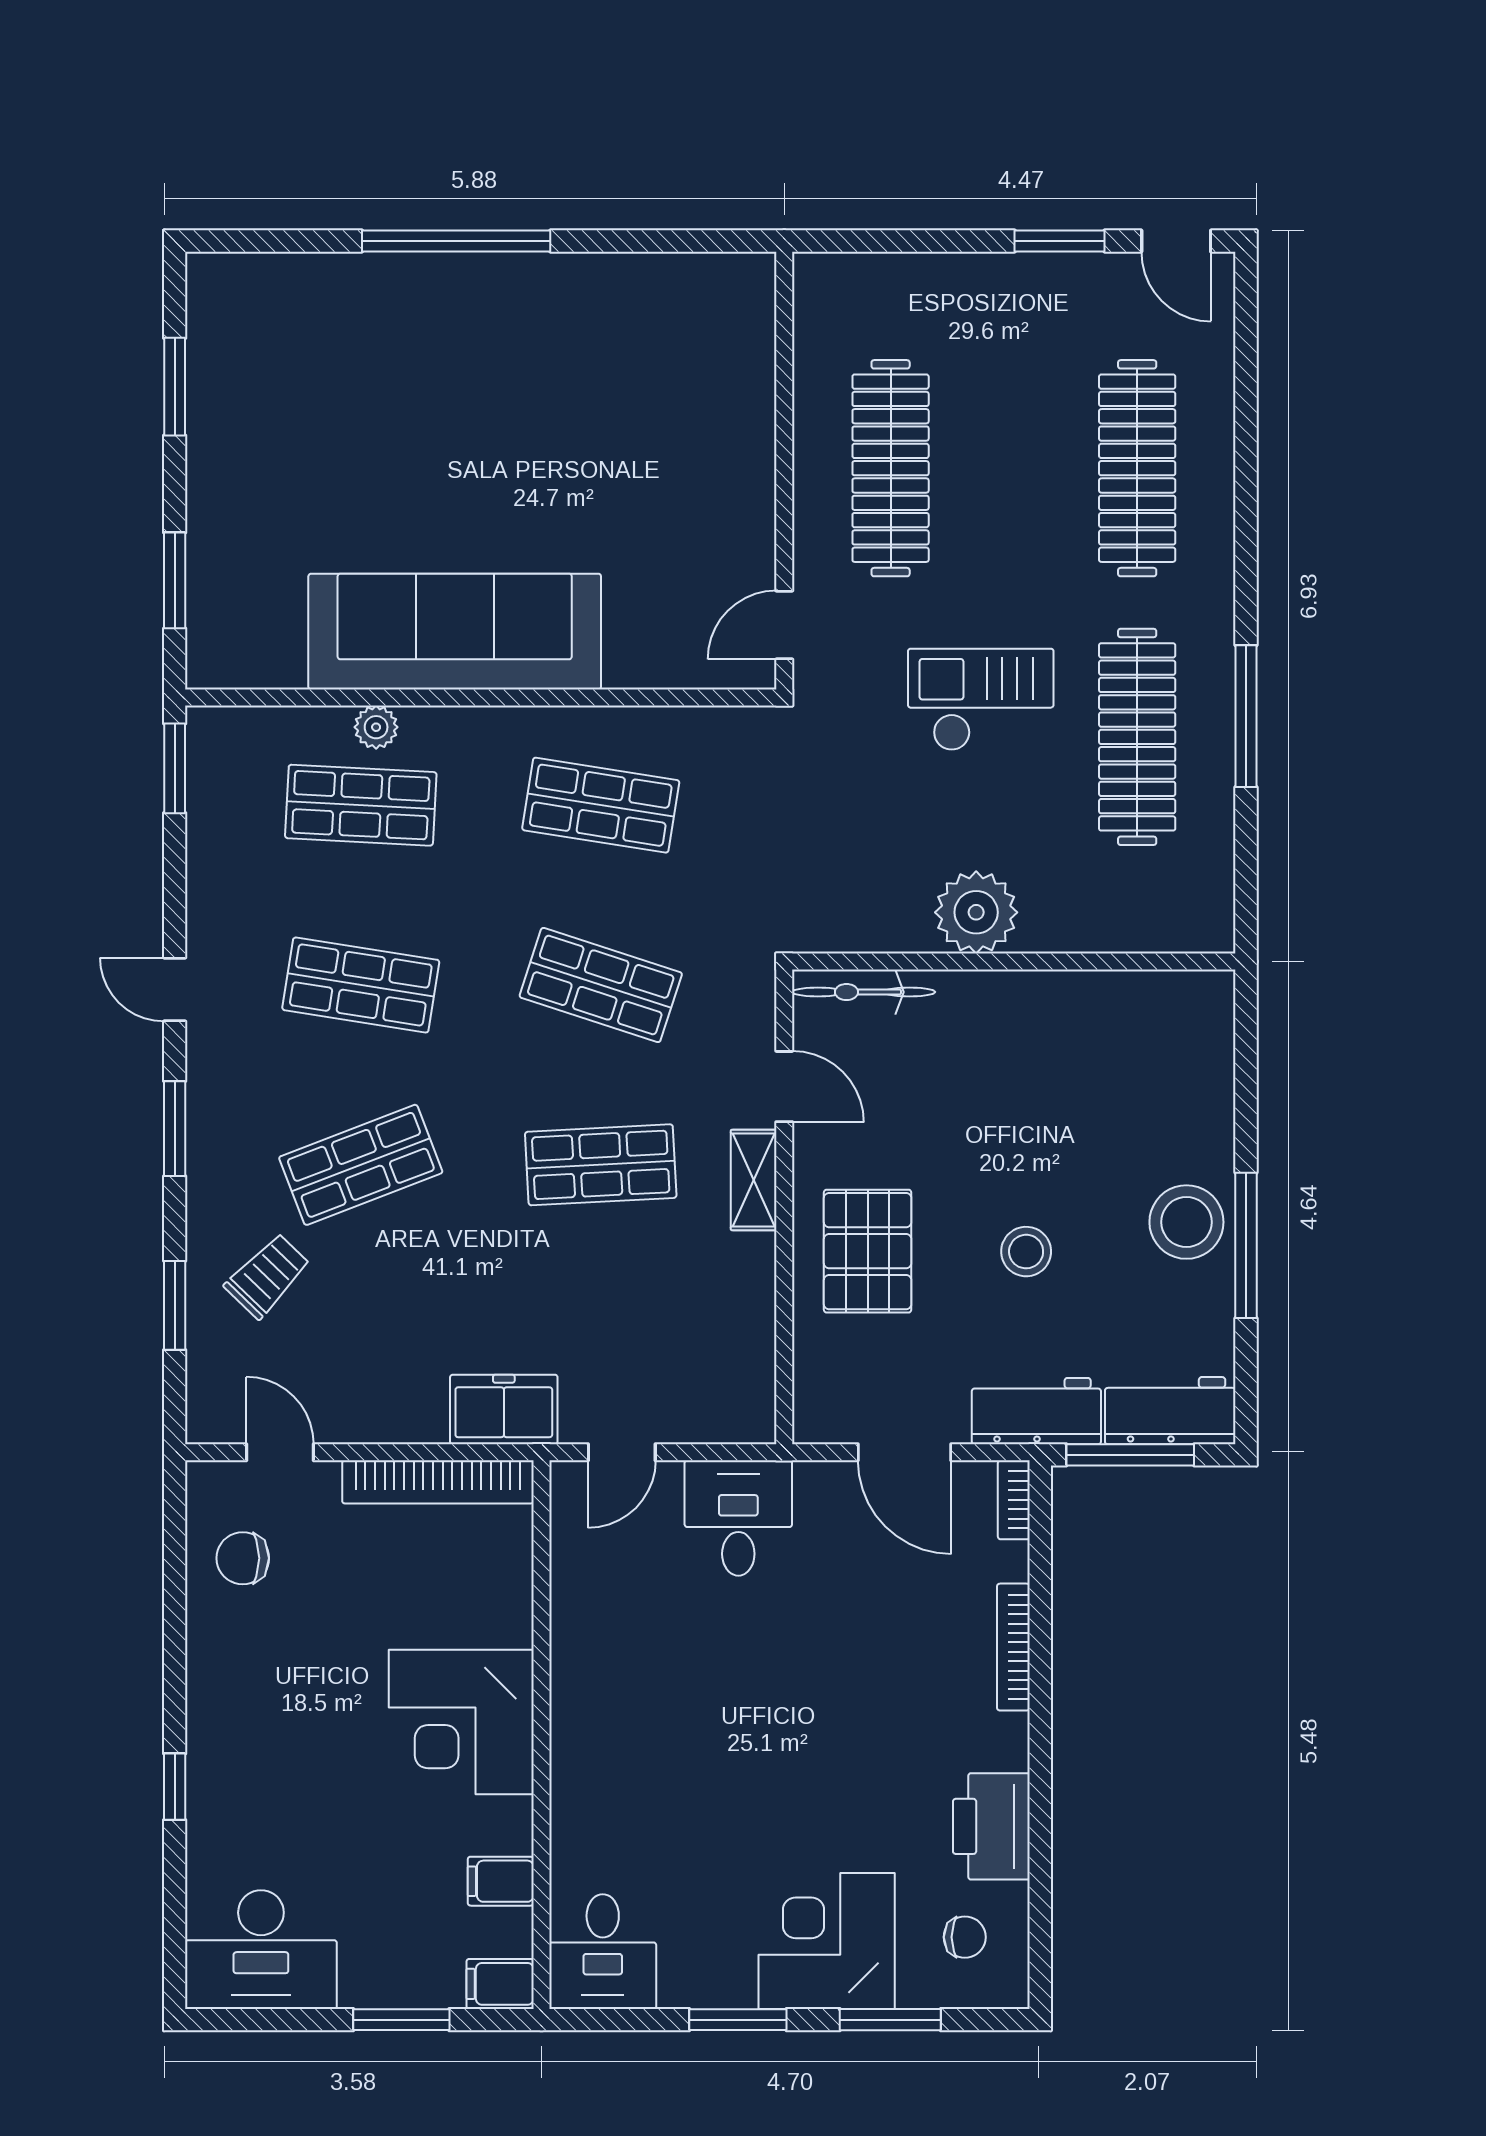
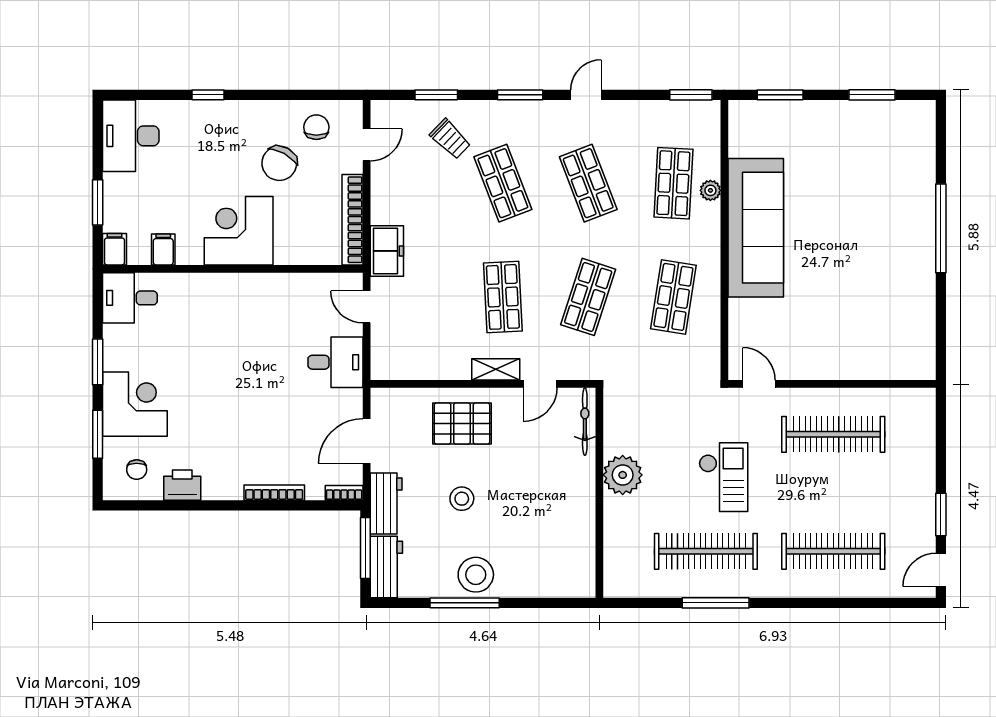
shop shelf: (361, 985) -> (588, 183), turned -30
chair: (319, 1636) -> (279, 163), added
printer: (991, 1826) -> (182, 485), width x0.73, depth x0.84

